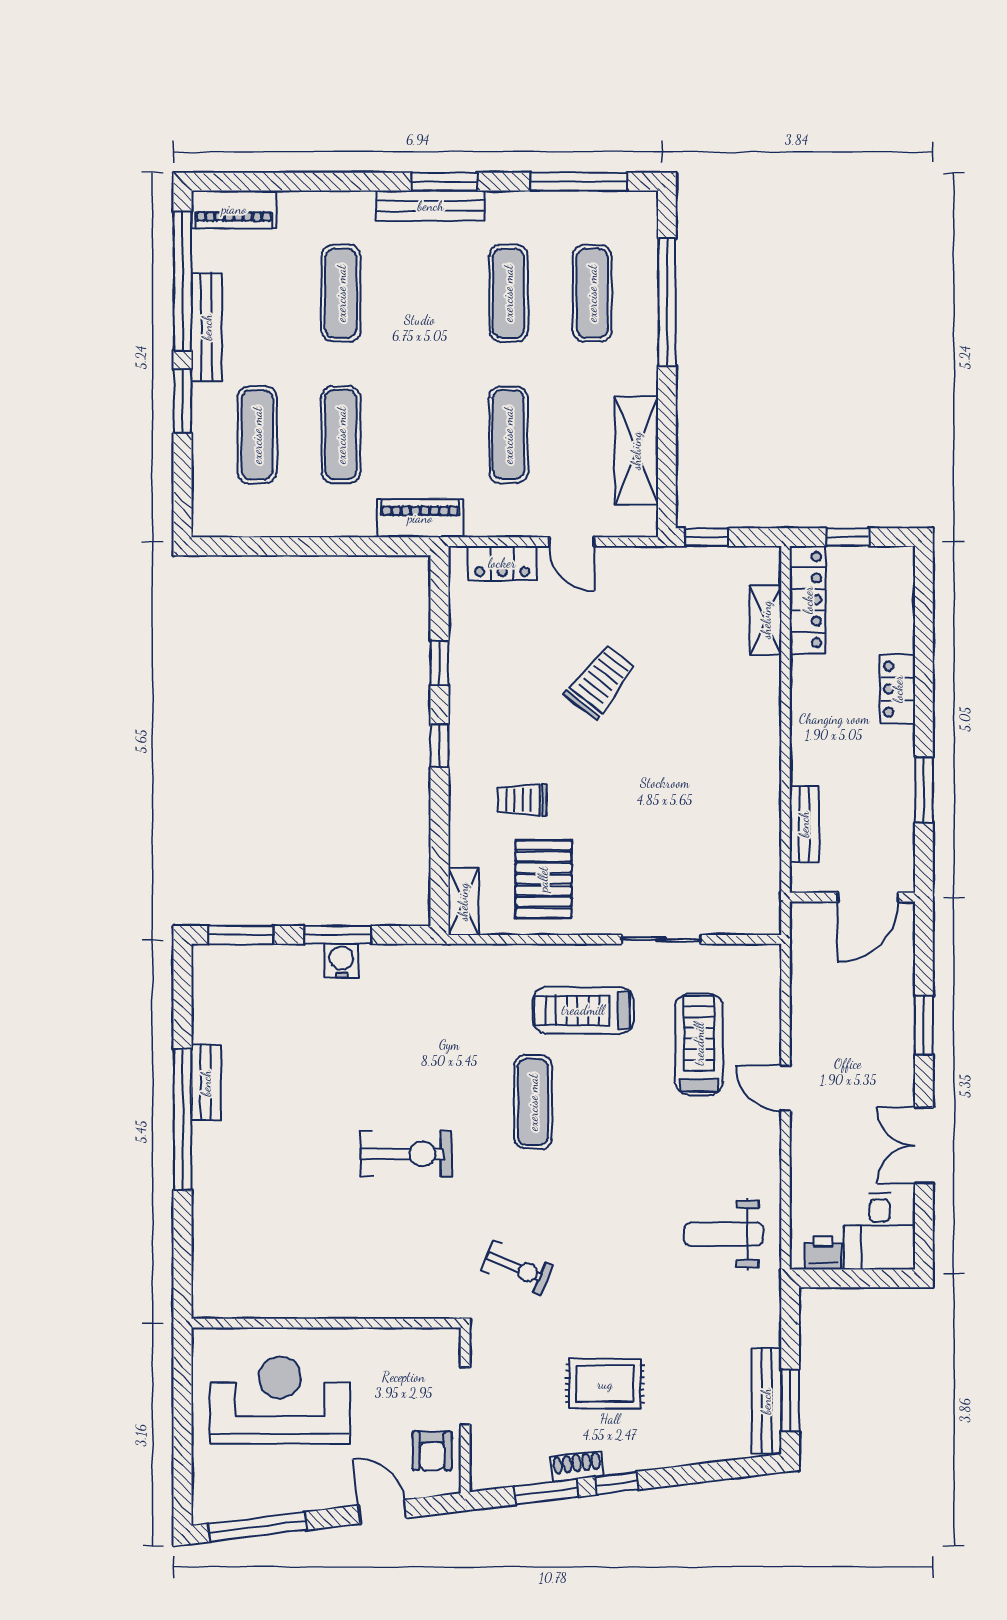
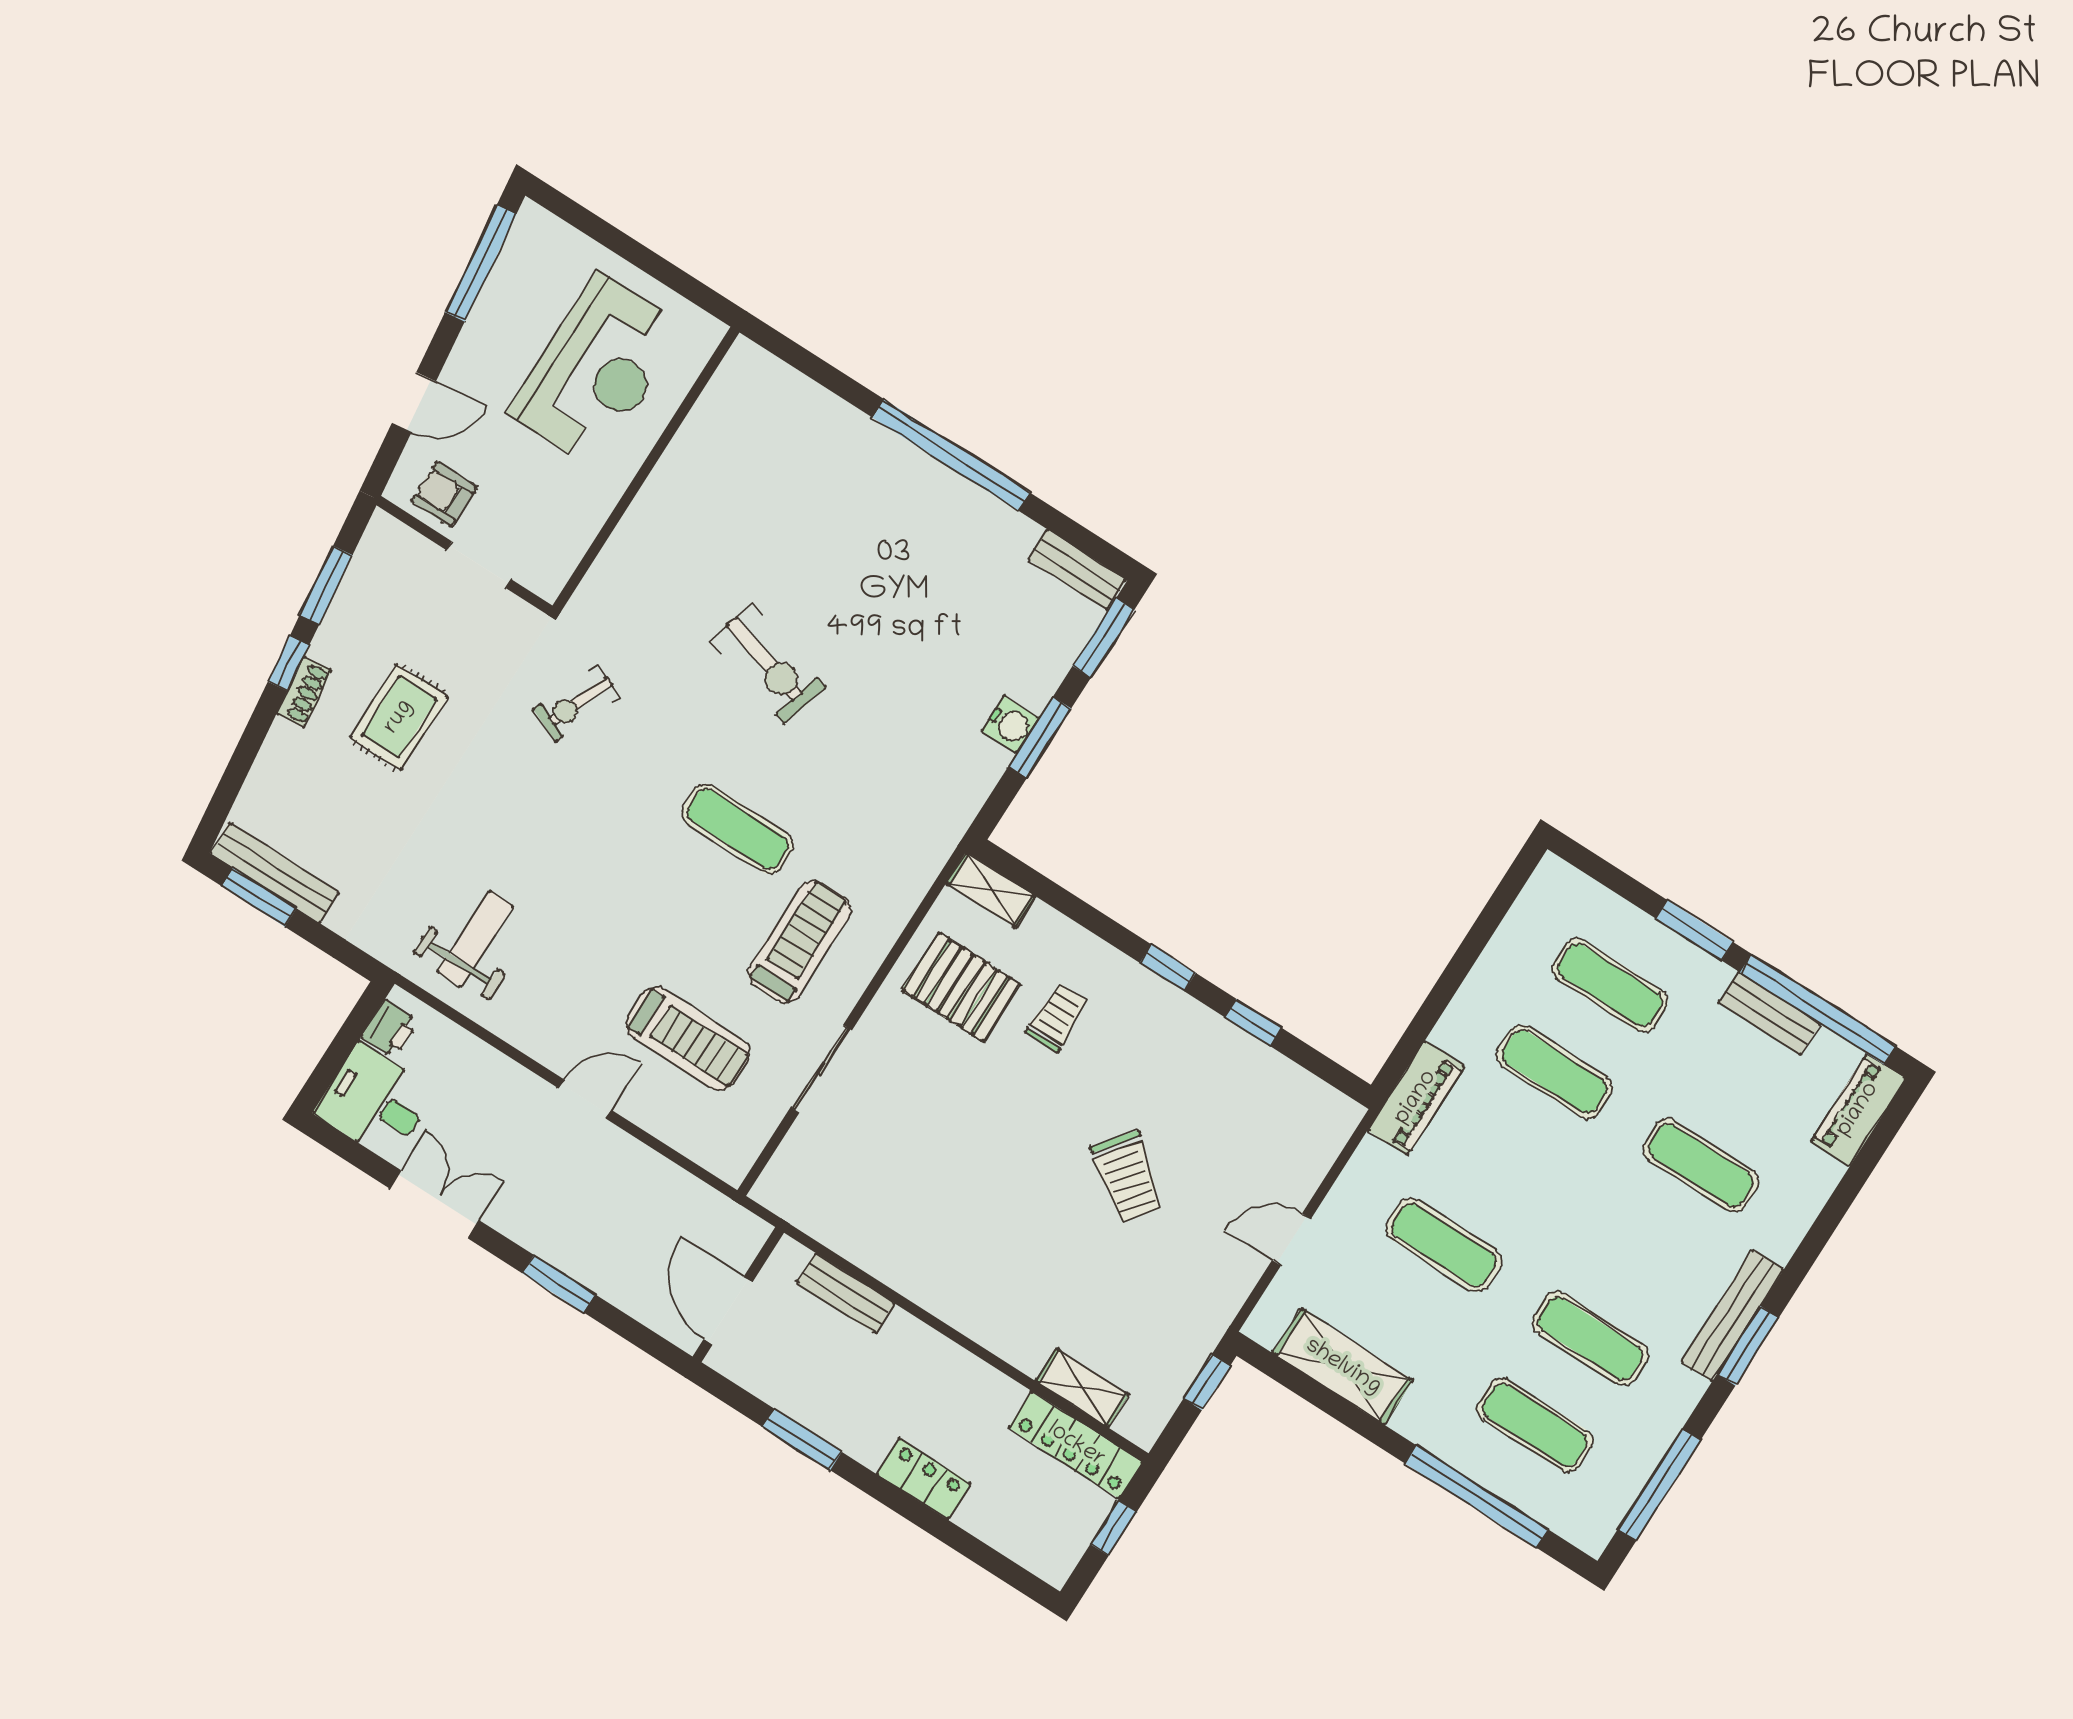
bench: (207, 327) -> (1770, 1013), width x0.73
locker: (502, 563) -> (1315, 1153), removed
bench: (206, 1083) -> (1077, 569), moved
exercise bike: (406, 1154) -> (768, 664), turned -74
shoe rack: (577, 1466) -> (304, 692), moved

